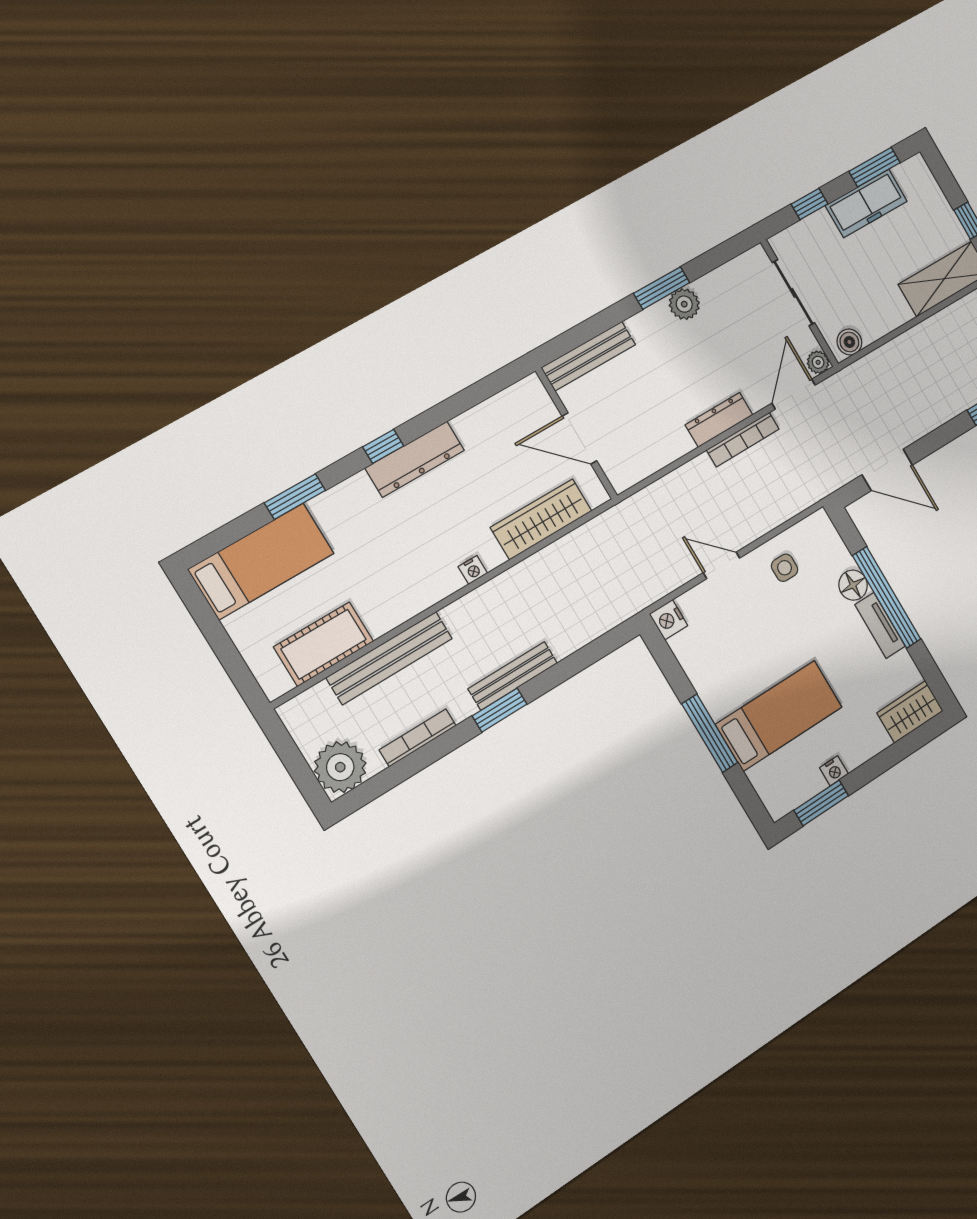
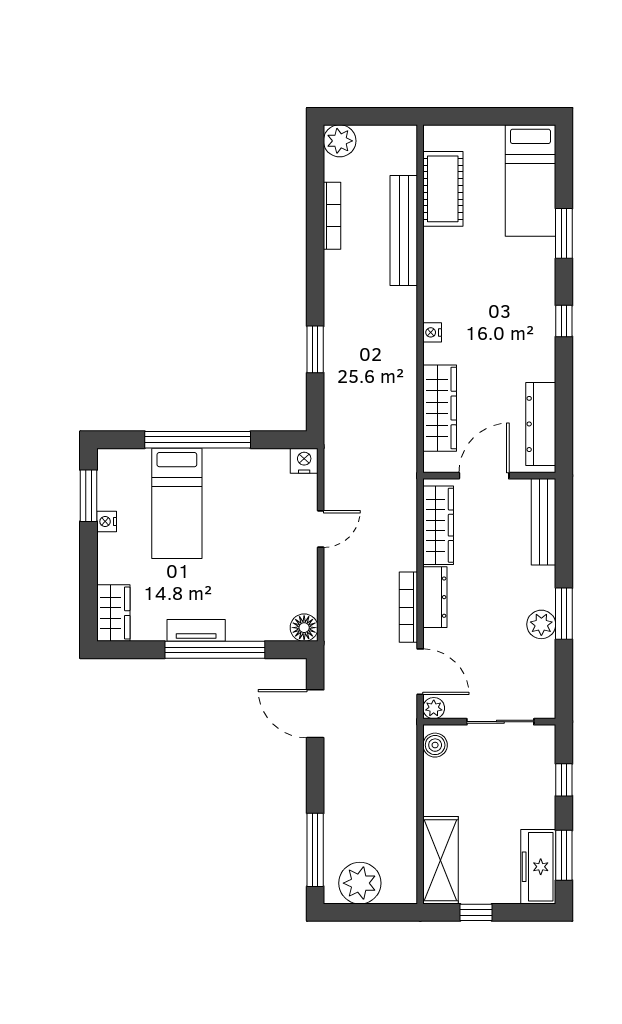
freezer: (866, 203) -> (538, 867), moved
wardrobe: (652, 456) -> (438, 525), added
dresser: (415, 459) -> (541, 424), moved
door: (887, 470) -> (315, 714), hinge flipped
side table: (785, 568) -> (288, 579), removed
floor lamp: (853, 585) -> (304, 628), moved
bench: (513, 676) -> (335, 314), removed
window: (500, 710) -> (315, 349), moved
window: (710, 733) -> (198, 440), width x1.46
plant: (340, 767) -> (340, 141), width x0.73, depth x0.73

